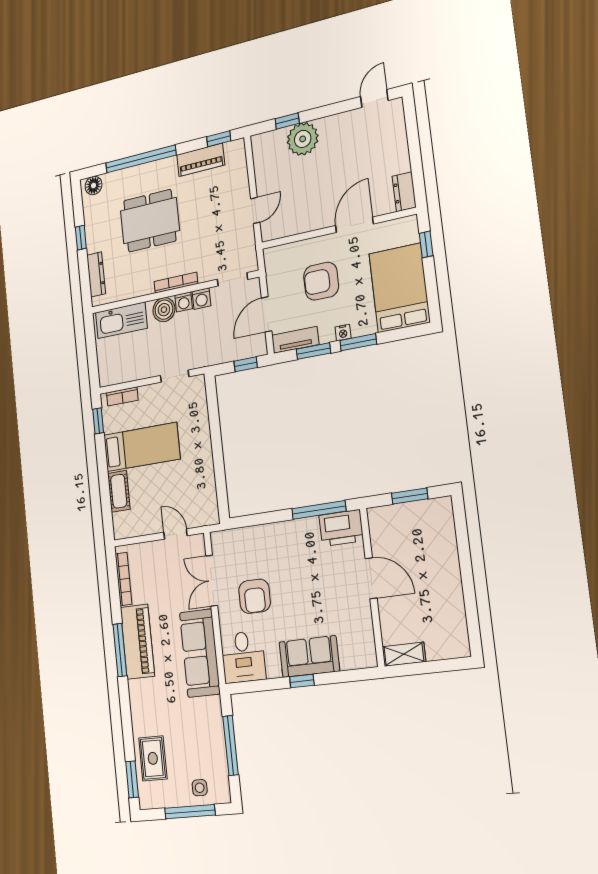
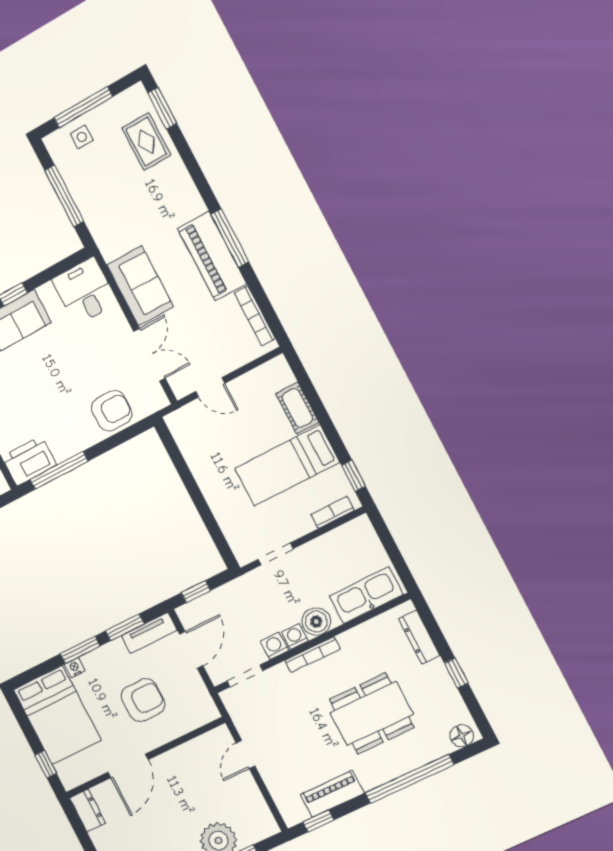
nightstand: (343, 333) -> (75, 668), moved
armchair: (255, 596) -> (112, 411), moved, turned 90
sofa: (200, 653) -> (140, 286), width x0.73

